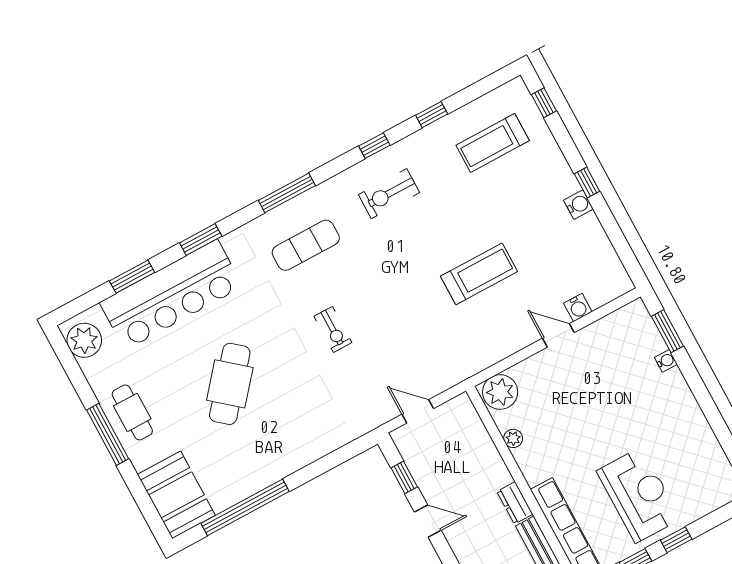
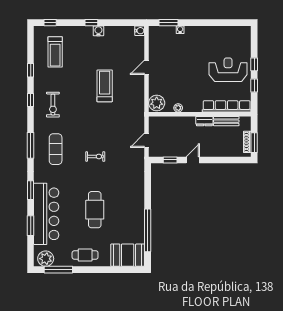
water cooler: (578, 307) -> (140, 31), moved
cafe table: (230, 384) -> (95, 210), turned 50
window: (108, 434) -> (58, 270), moved

